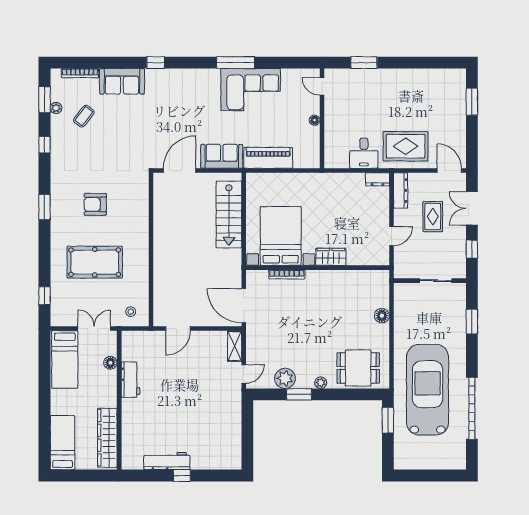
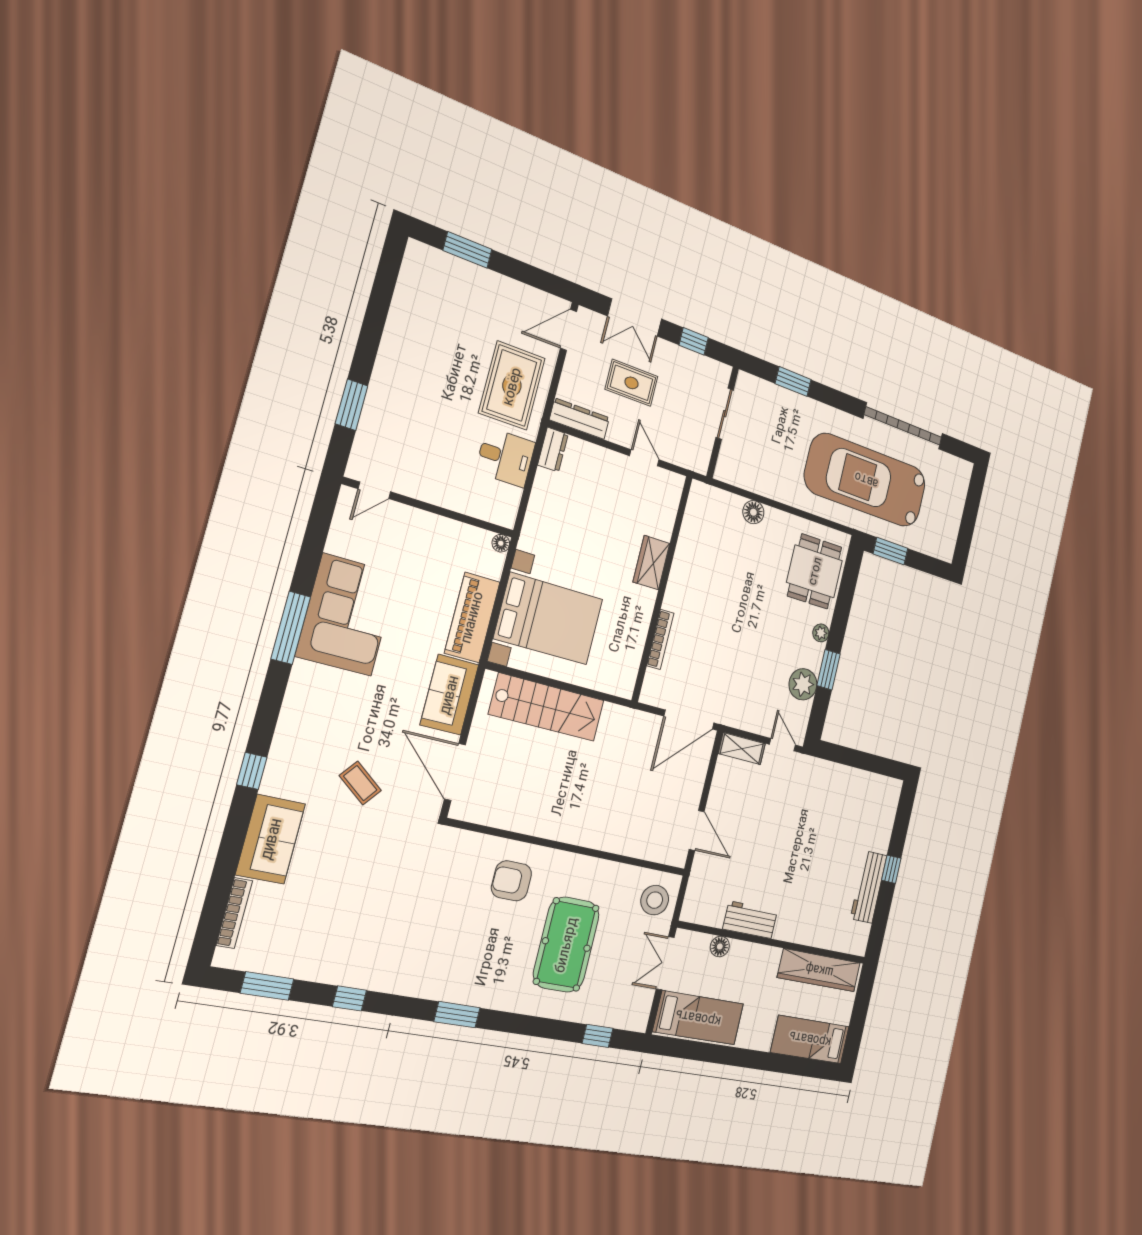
plant: (56, 108) -> (288, 967), removed
coffee table: (84, 116) -> (360, 783), moved
floor lamp: (315, 120) -> (501, 543), moved
armchair: (95, 204) -> (511, 881), moved, turned 90
bed with nightstands: (281, 236) -> (549, 619), moved, turned 180
stool: (131, 312) -> (655, 900), width x1.89, depth x1.89

